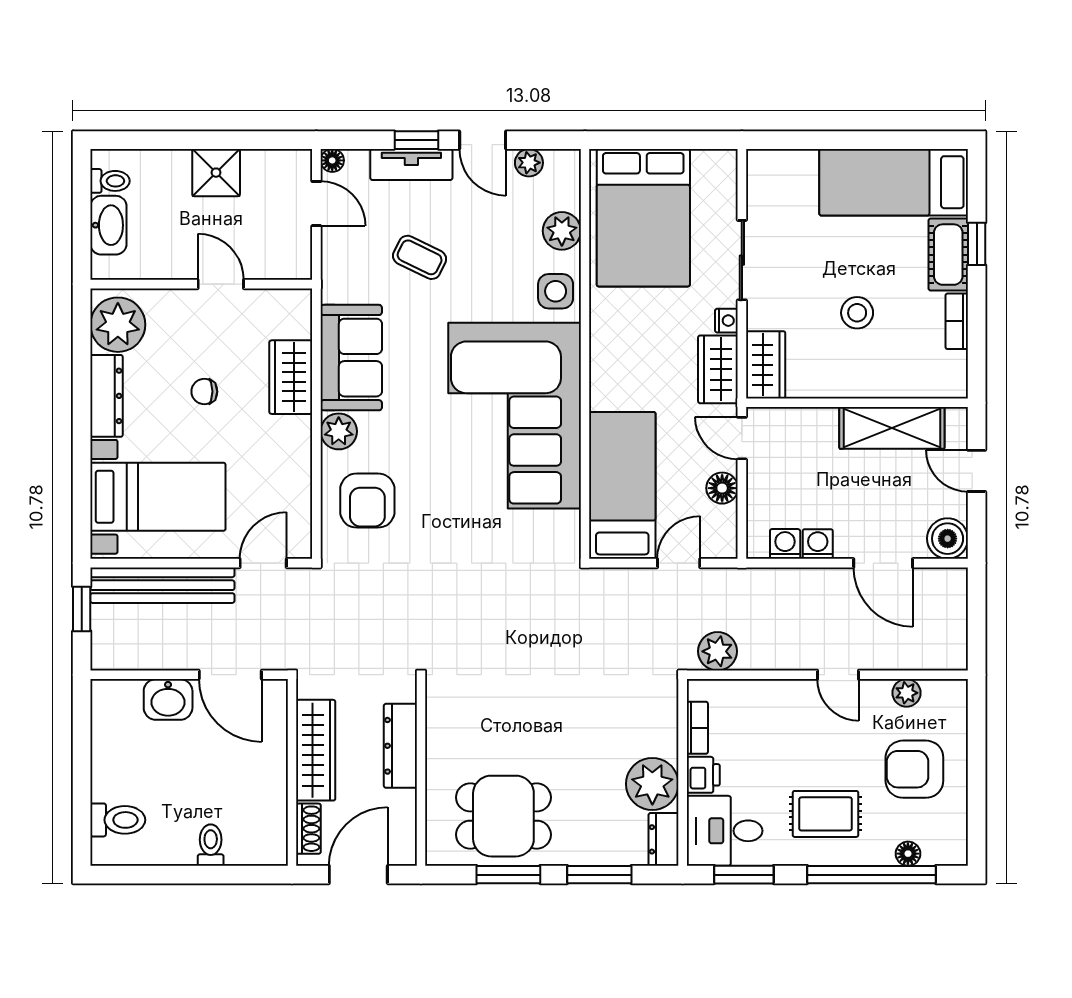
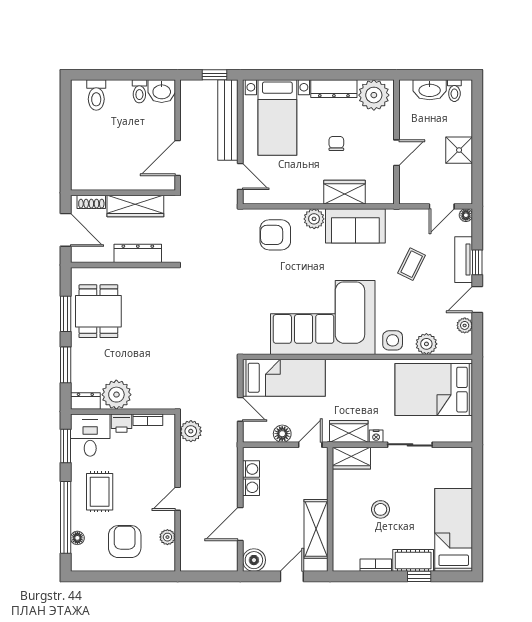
washbasin: (168, 699) -> (162, 91), moved, turned -90
toilet: (211, 845) -> (139, 91), moved, turned 90

